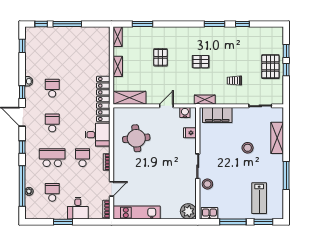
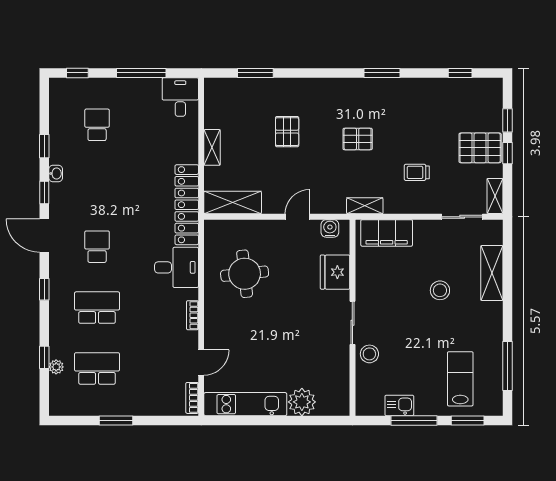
window: (67, 24) -> (141, 73), moved
window: (242, 24) -> (460, 73), moved
shelving: (118, 37) -> (495, 196), moved
window: (22, 46) -> (44, 146), moved
pallet: (270, 67) -> (480, 148), turned 90
school desk: (52, 88) -> (97, 125), moved
fridge: (190, 133) -> (335, 272), width x1.88, depth x1.34
school desk: (82, 158) -> (150, 308), removed
window: (286, 175) -> (508, 366), moved
window: (22, 186) -> (44, 357), width x0.32
school desk: (52, 192) -> (97, 369), width x1.85
lab bench: (259, 198) -> (460, 379), turned 180
desk: (78, 208) -> (180, 97), moved, turned 180
plant: (188, 211) -> (302, 402), moved
kitchen sink: (209, 213) -> (399, 405), moved

